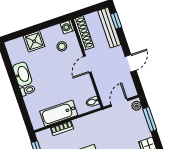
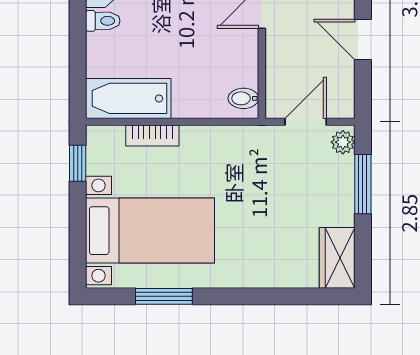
door: (131, 63) -> (363, 40), swing flipped
bathtub: (59, 113) -> (128, 98), moved

